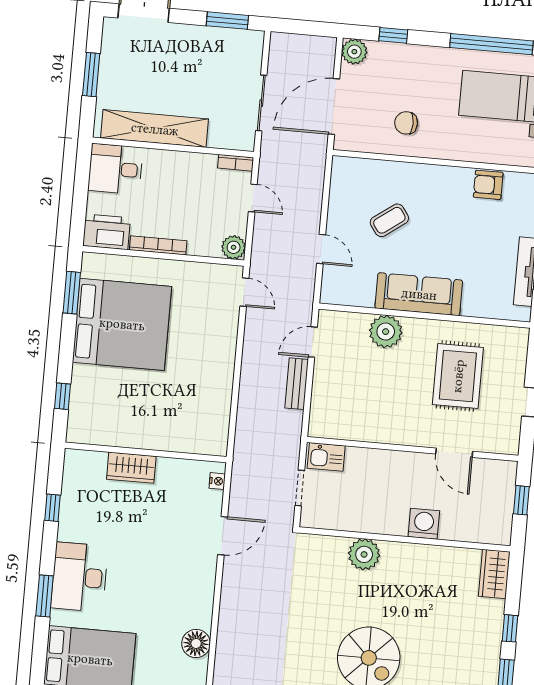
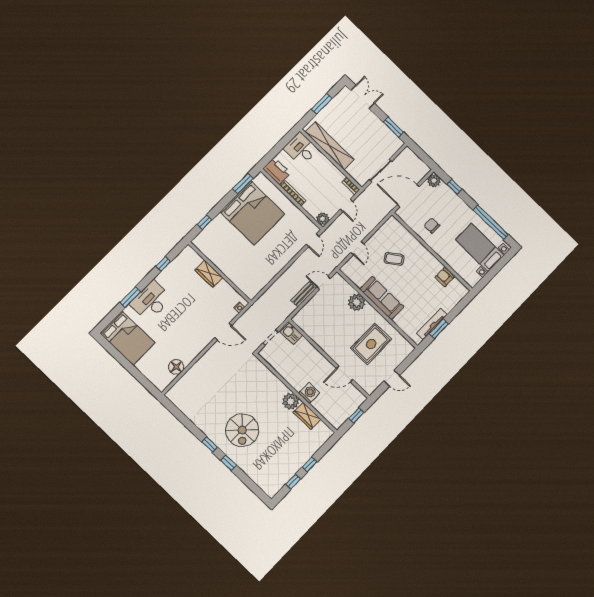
door: (454, 453) -> (345, 374), hinge flipped
plant: (364, 554) -> (291, 401), moved
wardrobe: (494, 574) -> (307, 416), moved, turned -90

